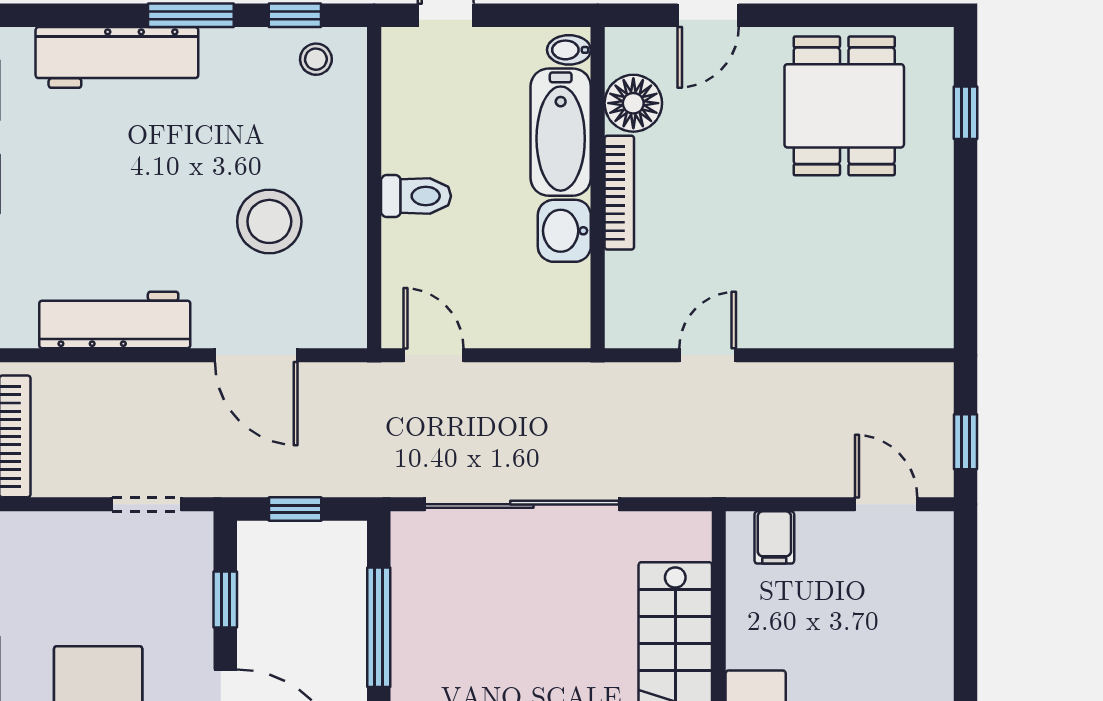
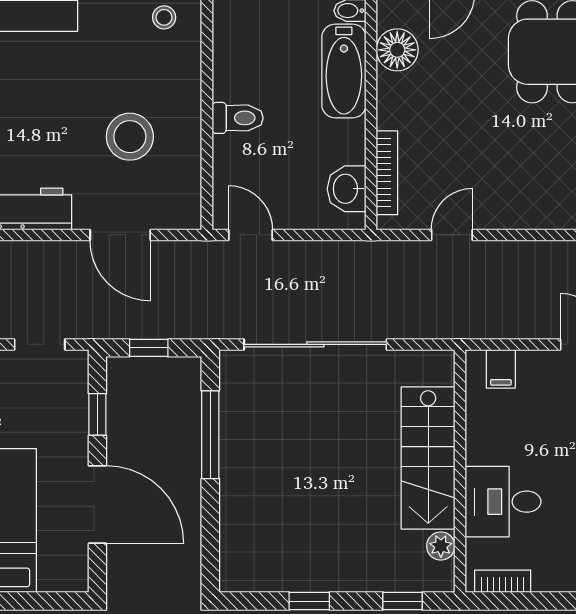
bookcase: (619, 193) -> (387, 173), moved
washbasin: (564, 231) -> (347, 189), moved

